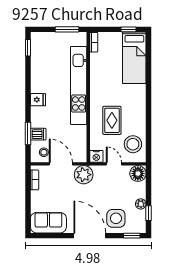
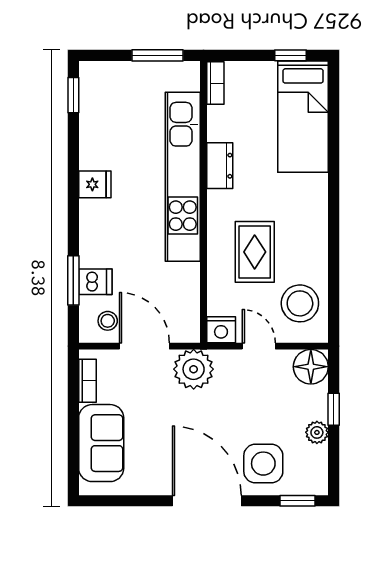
dresser: (96, 80) -> (220, 166), added
fridge: (38, 100) -> (95, 184), moved
window: (148, 213) -> (334, 409), moved
sofa: (48, 223) -> (101, 443), moved, turned 90

